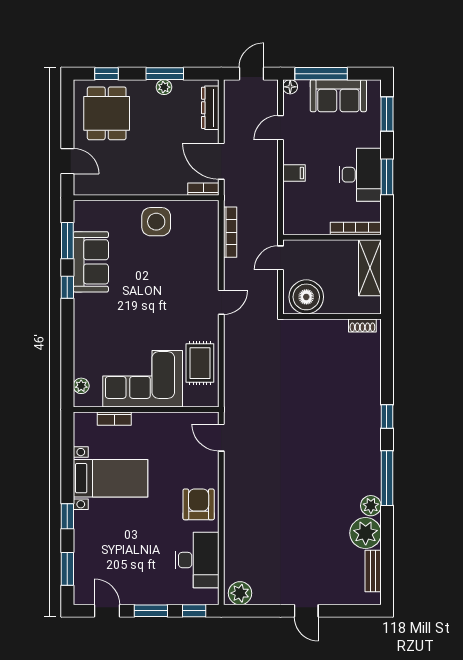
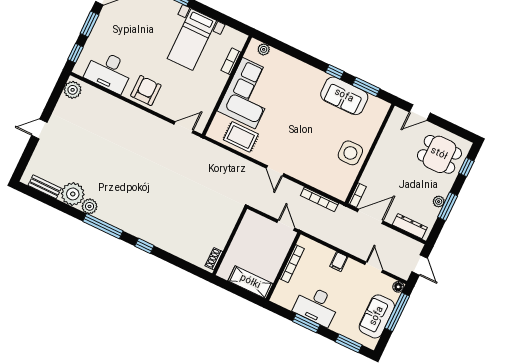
bookcase: (356, 228) -> (292, 264), moved
boiler: (306, 297) -> (251, 230), removed
armchair: (199, 504) -> (146, 91), turned -90

